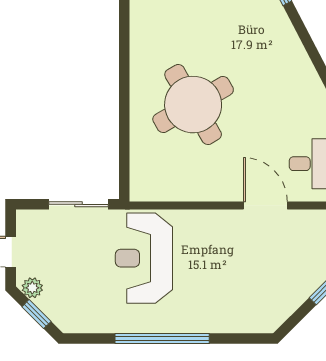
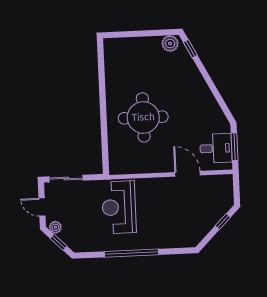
round table: (193, 105) -> (143, 117), turned 30
sliding door: (79, 204) -> (66, 179), moved

